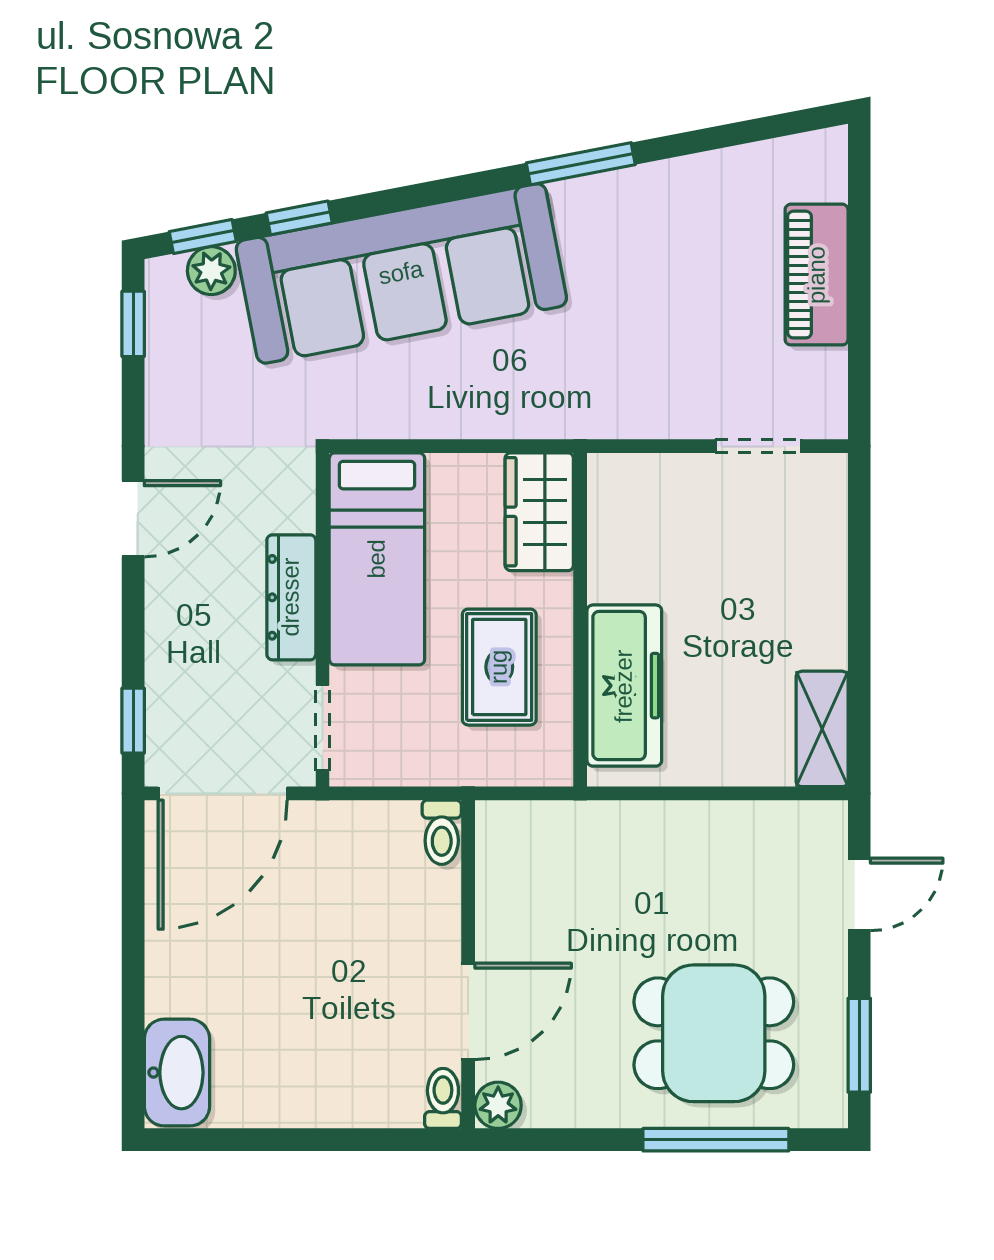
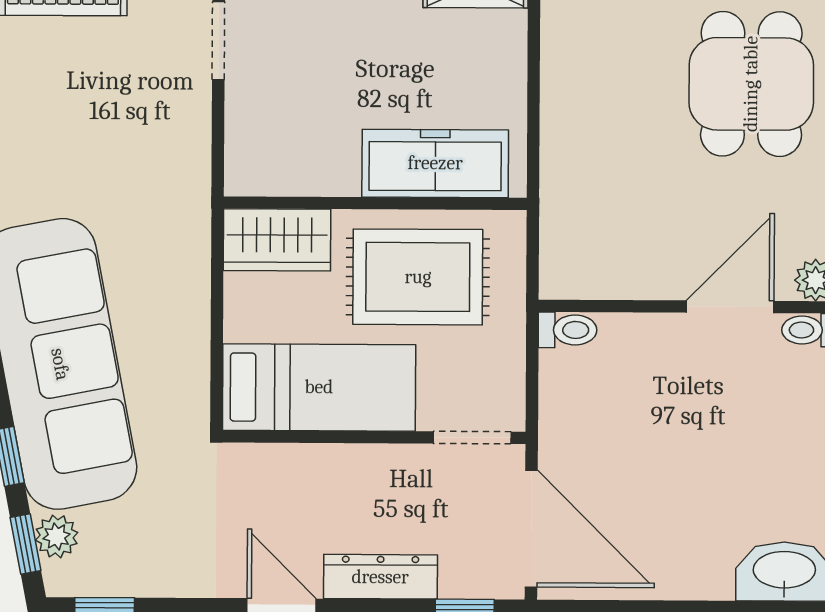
dresser: (291, 597) -> (380, 577), moved, turned 180
rug: (499, 667) -> (418, 277), width x1.36, depth x1.43
door: (468, 1011) -> (730, 307), hinge flipped

